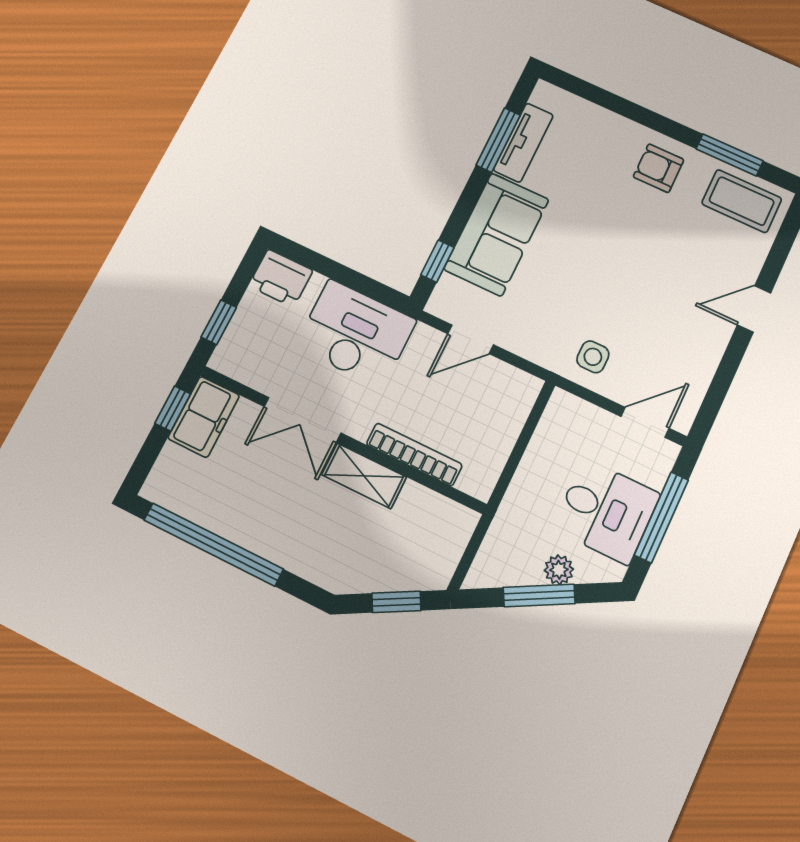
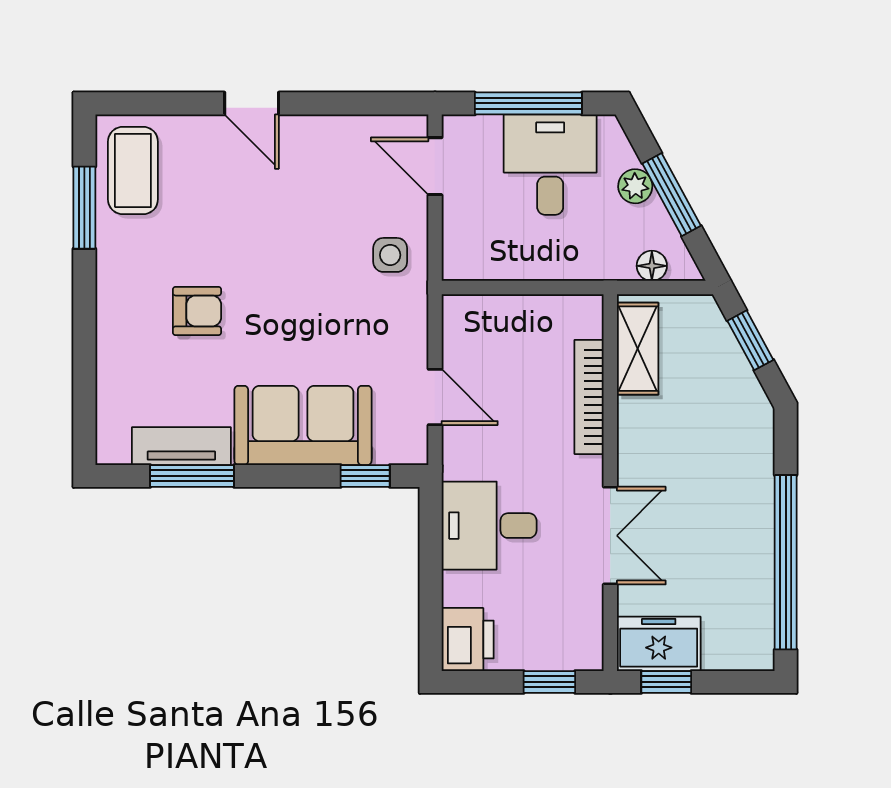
armchair: (659, 168) -> (197, 311), moved, turned -90
desk: (356, 333) -> (489, 526), width x0.73
shelving: (364, 476) -> (638, 349), moved
floor lamp: (491, 552) -> (652, 266), added

